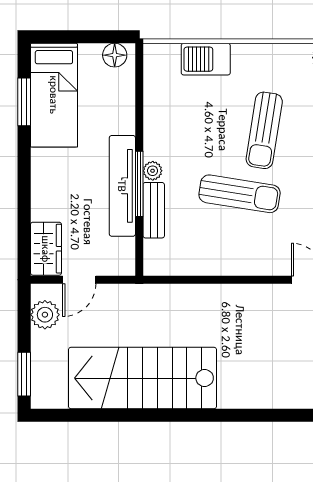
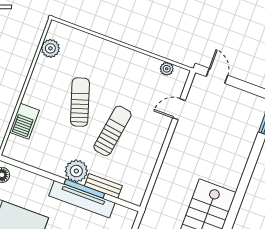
sun lounger: (264, 130) -> (80, 102), turned -117
plant: (153, 171) -> (76, 171), width x1.88, depth x1.88

